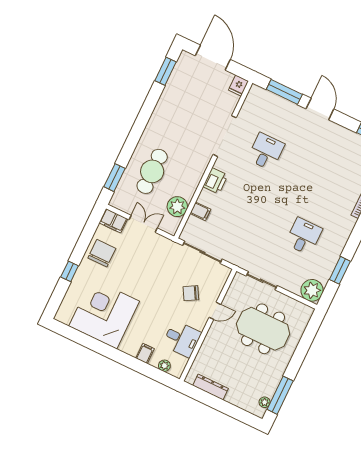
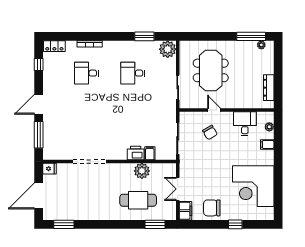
desk: (266, 152) -> (86, 73), moved
printer: (215, 181) -> (136, 153), moved
plant: (177, 207) -> (142, 171), moved

